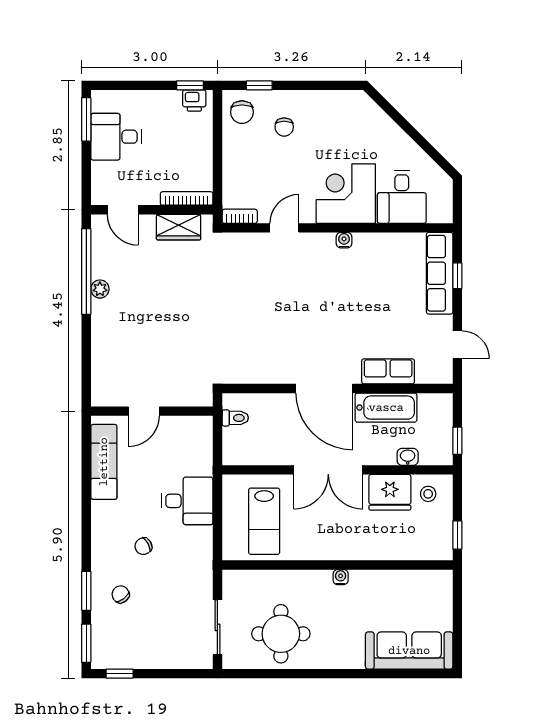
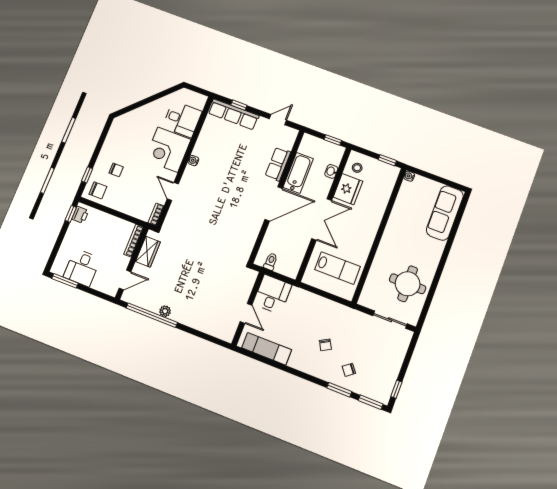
desk: (187, 501) -> (272, 294), moved
water cooler: (341, 577) -> (409, 176), moved

